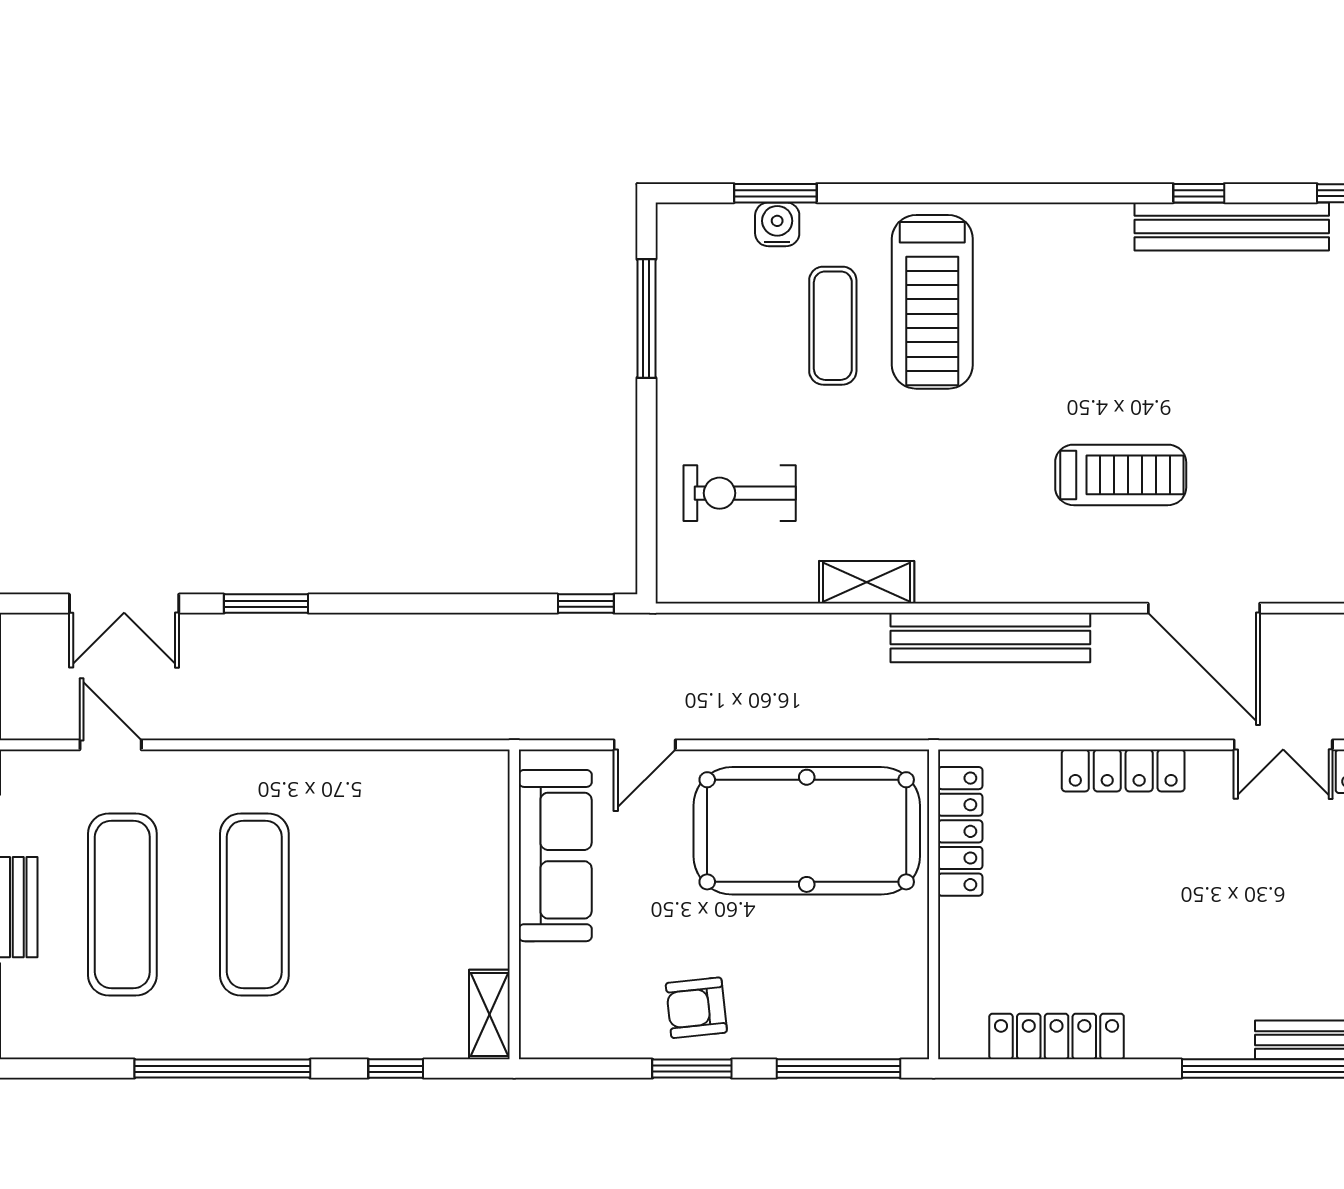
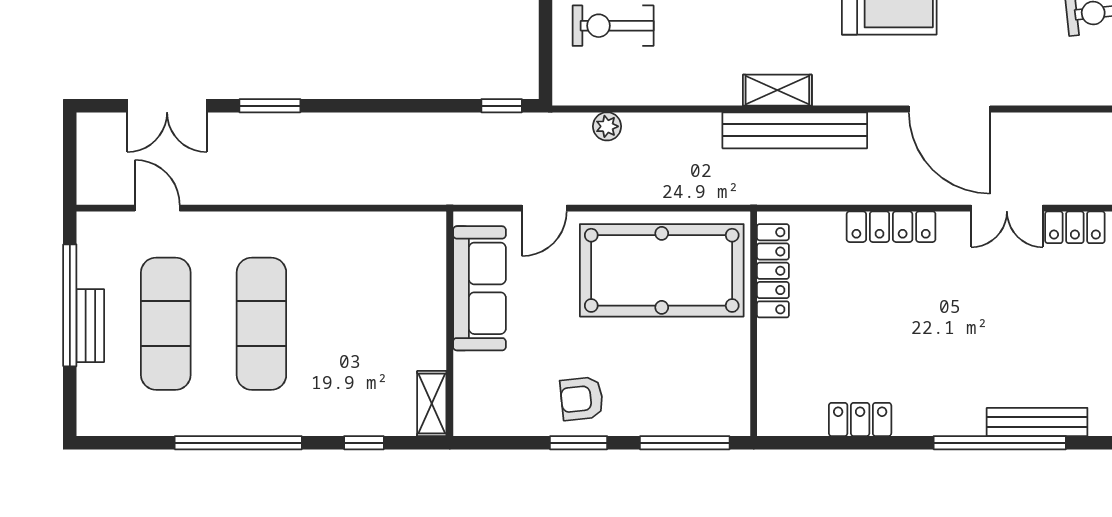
shelving: (867, 582) -> (777, 90), moved
plant: (731, 632) -> (607, 126), added
locker: (1057, 1036) -> (860, 419), width x0.66

